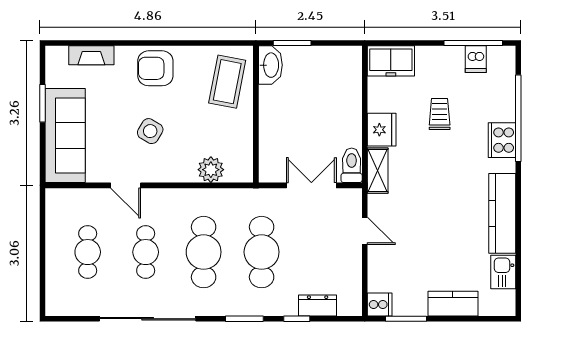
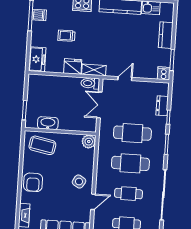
washbasin: (270, 65) -> (48, 123), moved
side table: (150, 131) -> (79, 182), moved
plant: (211, 170) -> (89, 142), moved

